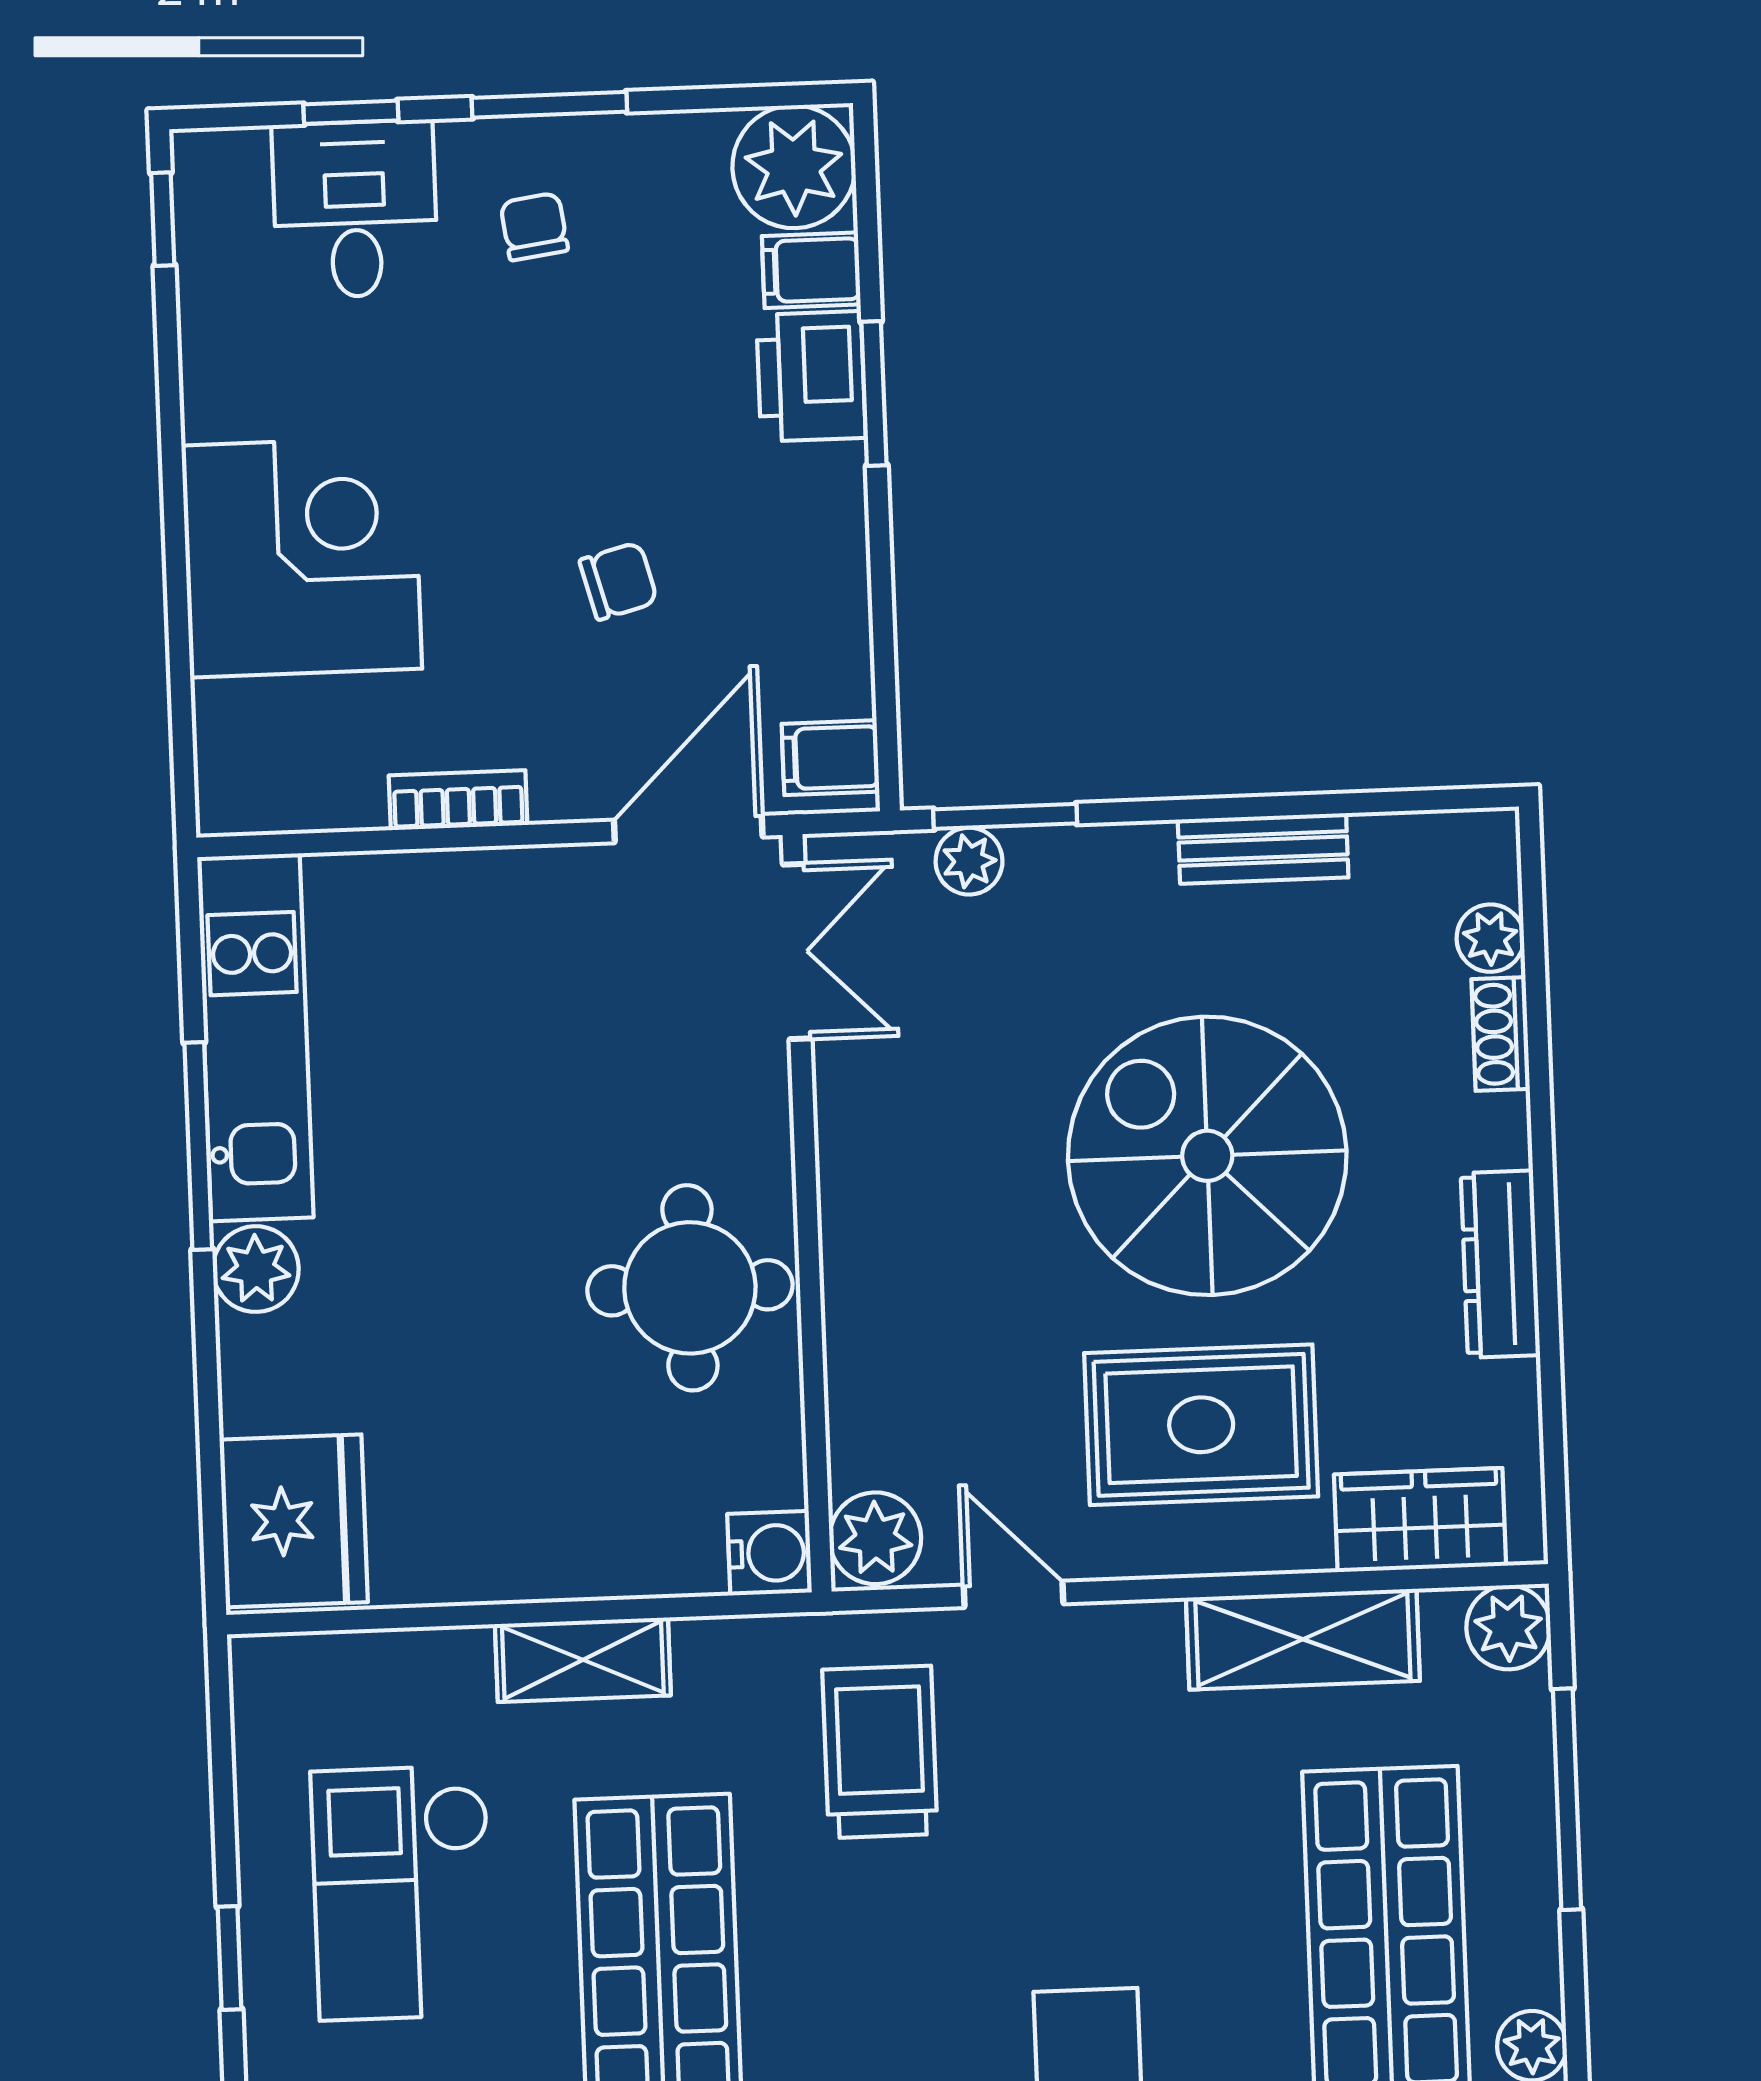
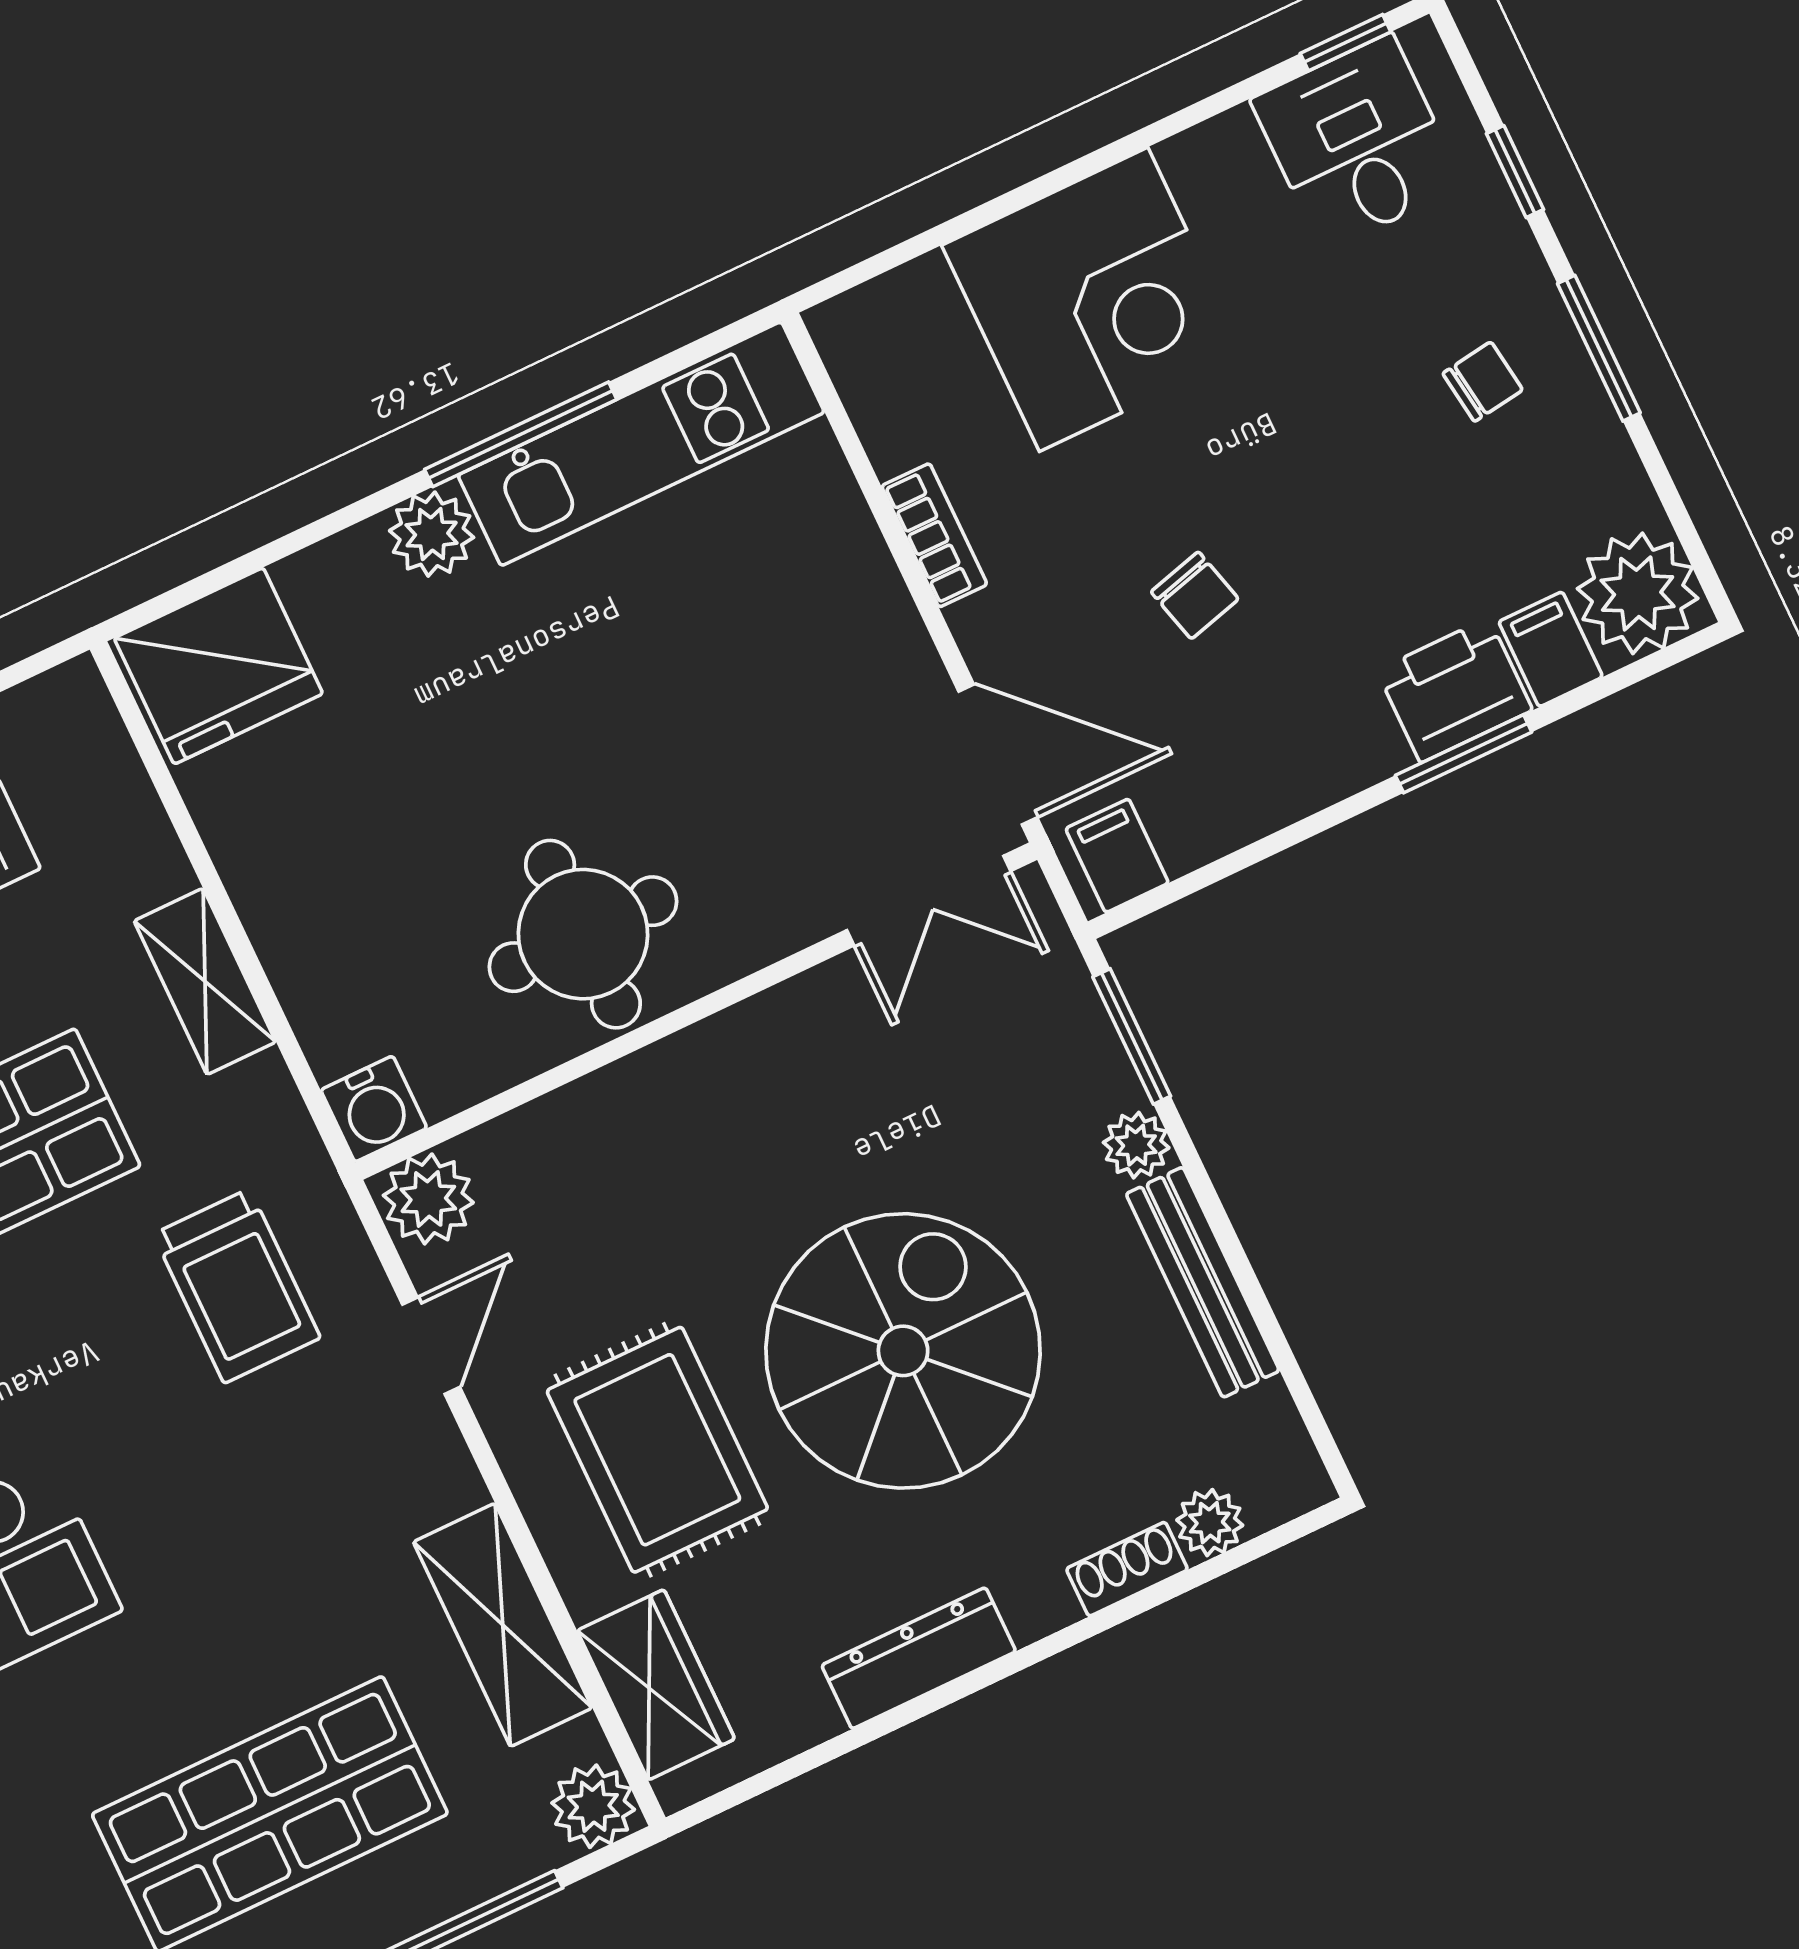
desk: (355, 209) -> (1357, 143), moved, turned -90
bench: (1263, 848) -> (1203, 1282), width x1.36
plant: (969, 861) -> (1136, 1145), moved
trolley: (880, 1752) -> (237, 1286), turned 90

